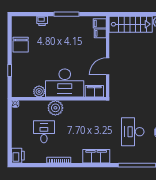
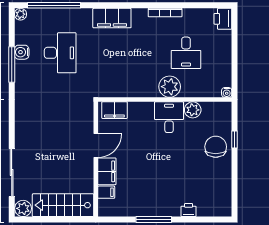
filing cabinet: (100, 23) -> (107, 171), moved, width x2.00
chair: (21, 45) -> (216, 147), moved
desk: (65, 83) -> (169, 117), width x0.53, depth x0.77

